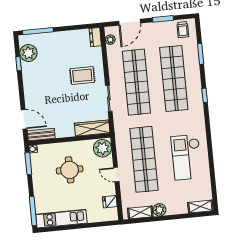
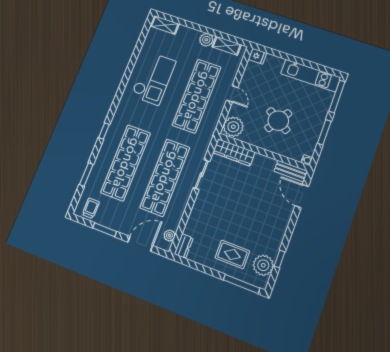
rug: (82, 75) -> (232, 254), moved
window: (28, 164) -> (324, 132), moved
round table: (70, 170) -> (278, 121), turned 32
fridge: (110, 202) -> (257, 56), moved

